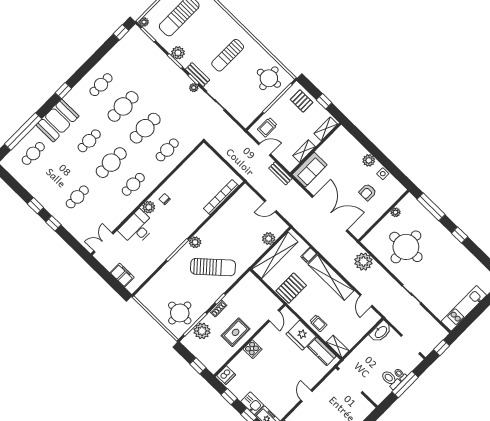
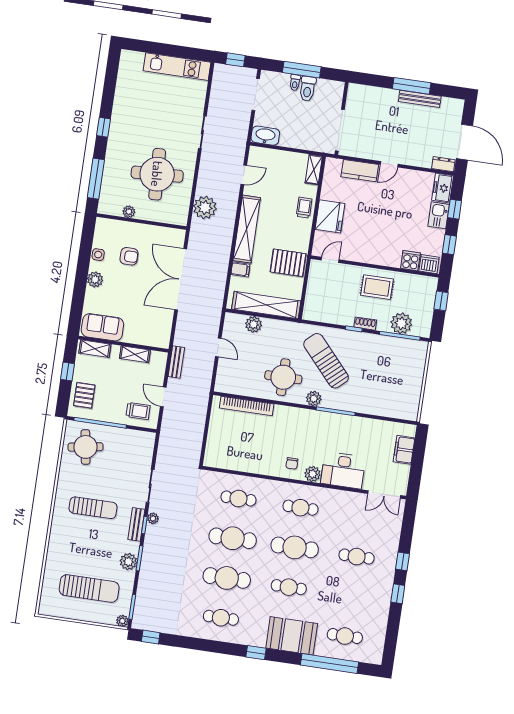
sofa: (310, 170) -> (102, 327), moved
round table: (180, 313) -> (283, 377), moved
cooker: (253, 349) -> (410, 261), moved
kitchen counter: (322, 351) -> (360, 171), moved, turned 90

